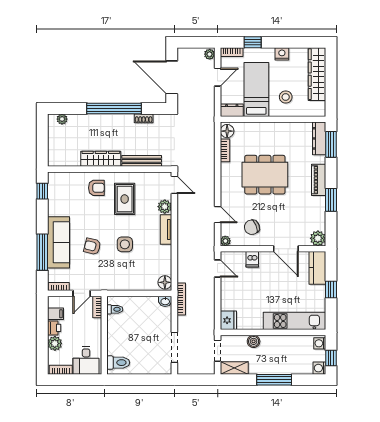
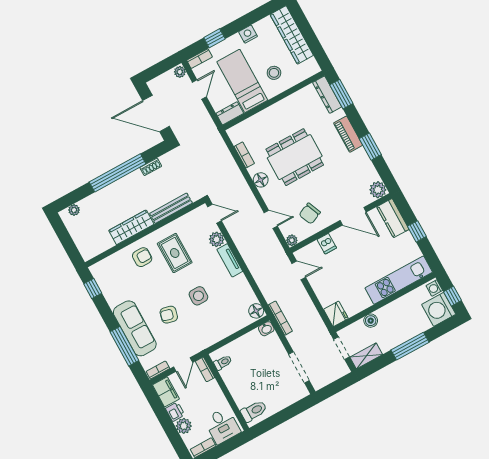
floor lamp: (227, 131) -> (261, 180), moved
filing cabinet: (55, 314) -> (166, 392), width x2.00
washing machine: (319, 368) -> (439, 309), width x1.89, depth x1.89

